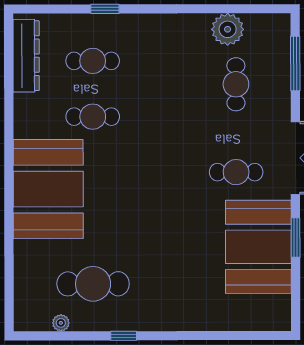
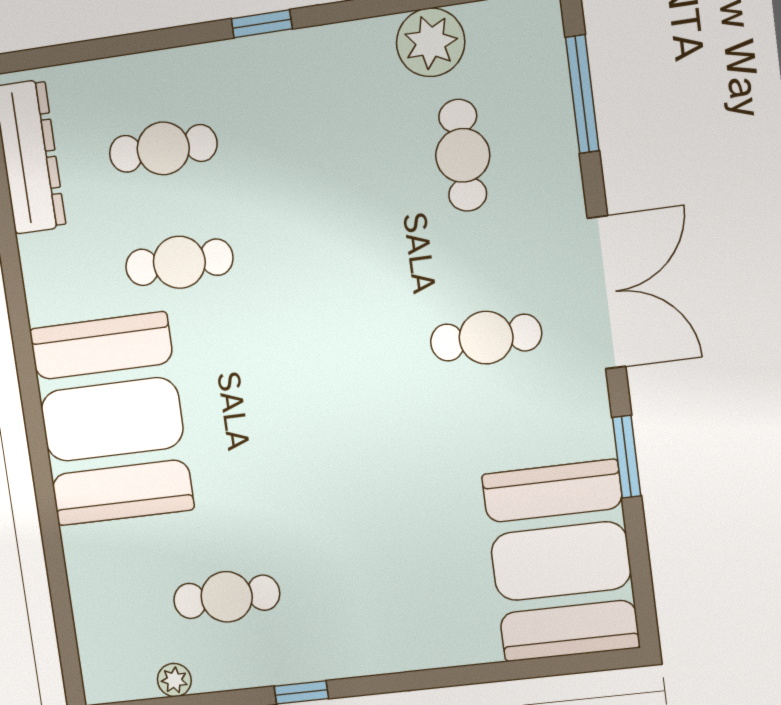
window: (105, 9) -> (262, 24), moved
booth: (258, 247) -> (561, 561), moved
cafe table: (93, 284) -> (227, 597), width x0.73, depth x0.74

